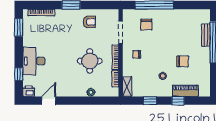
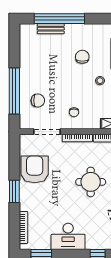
armchair: (89, 22) -> (35, 169), width x1.88, depth x1.88
desk: (34, 61) -> (68, 236), moved
round table: (90, 61) -> (91, 182), moved

